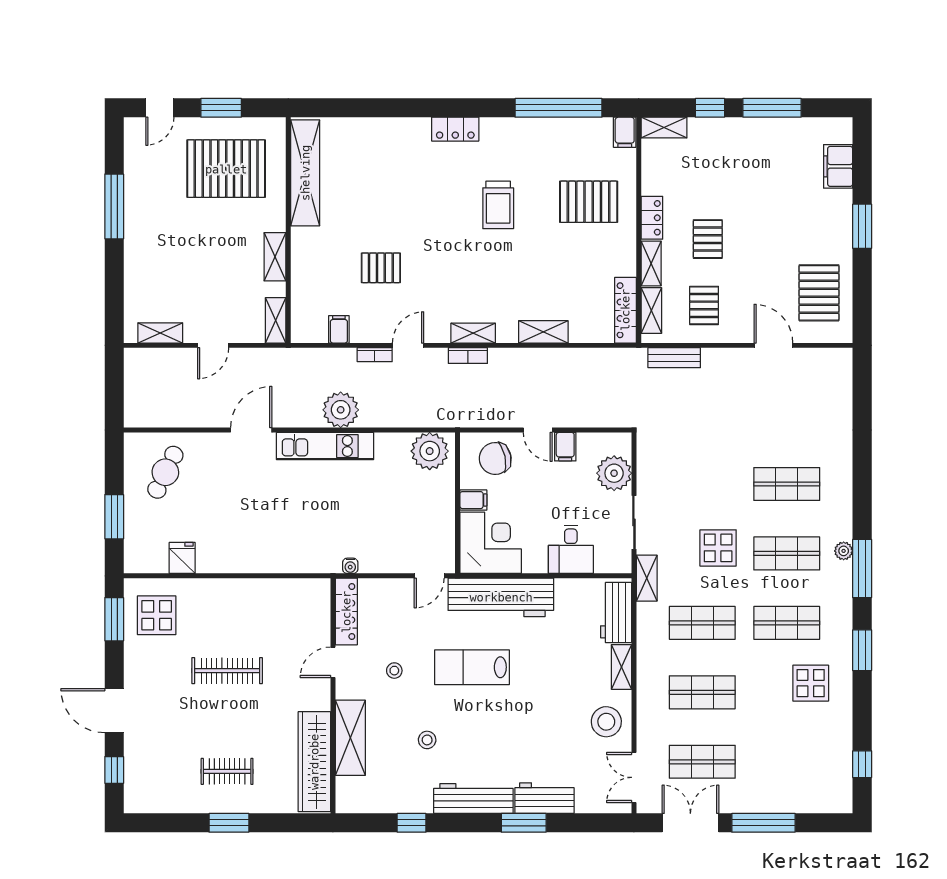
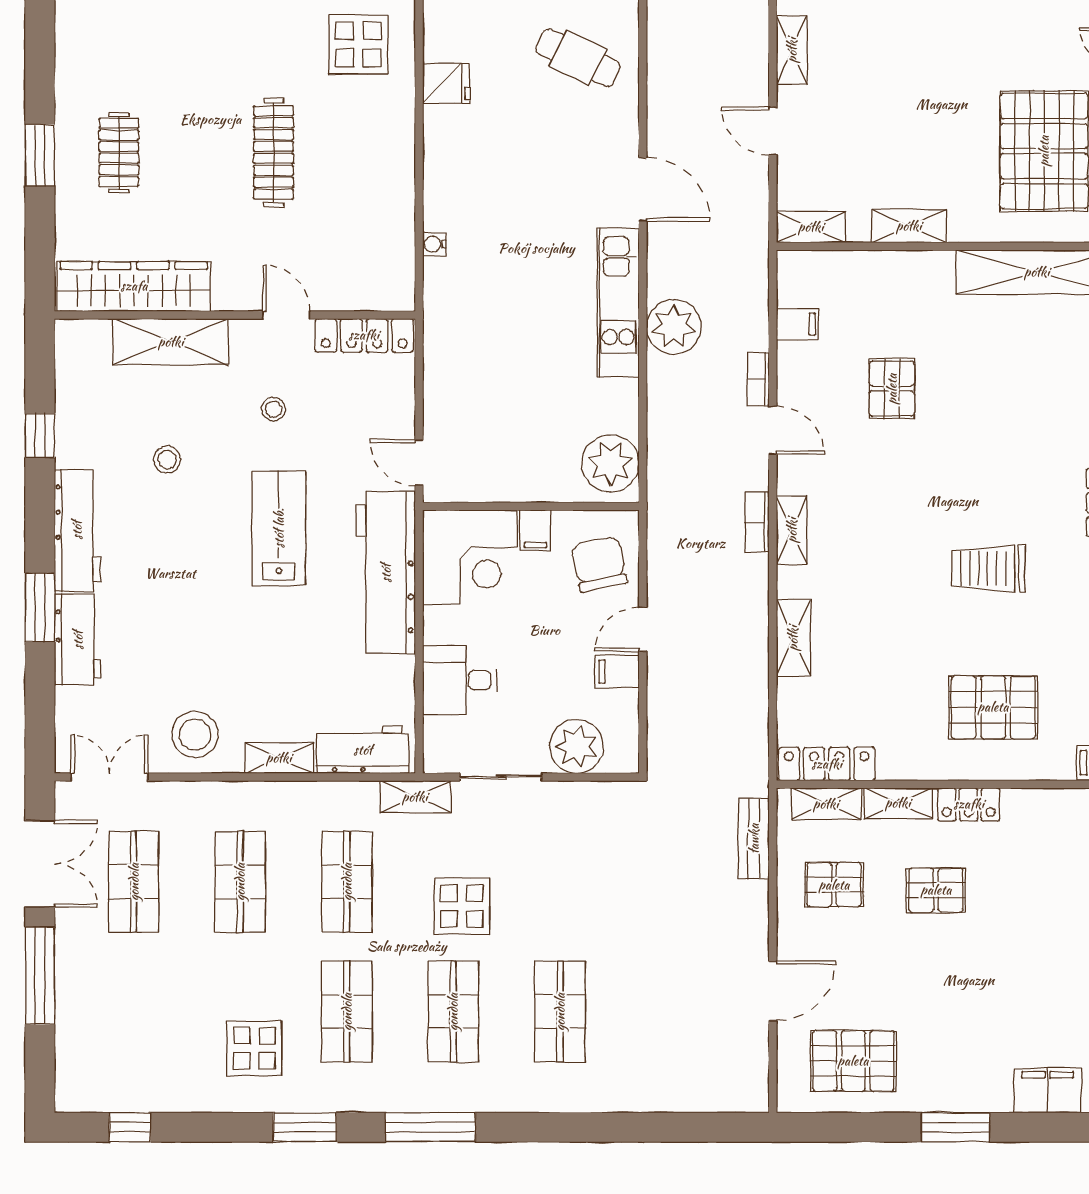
pallet: (589, 202) -> (993, 707), turned 90
plant: (844, 551) -> (457, 1099), removed
water cooler: (350, 566) -> (434, 244), moved

